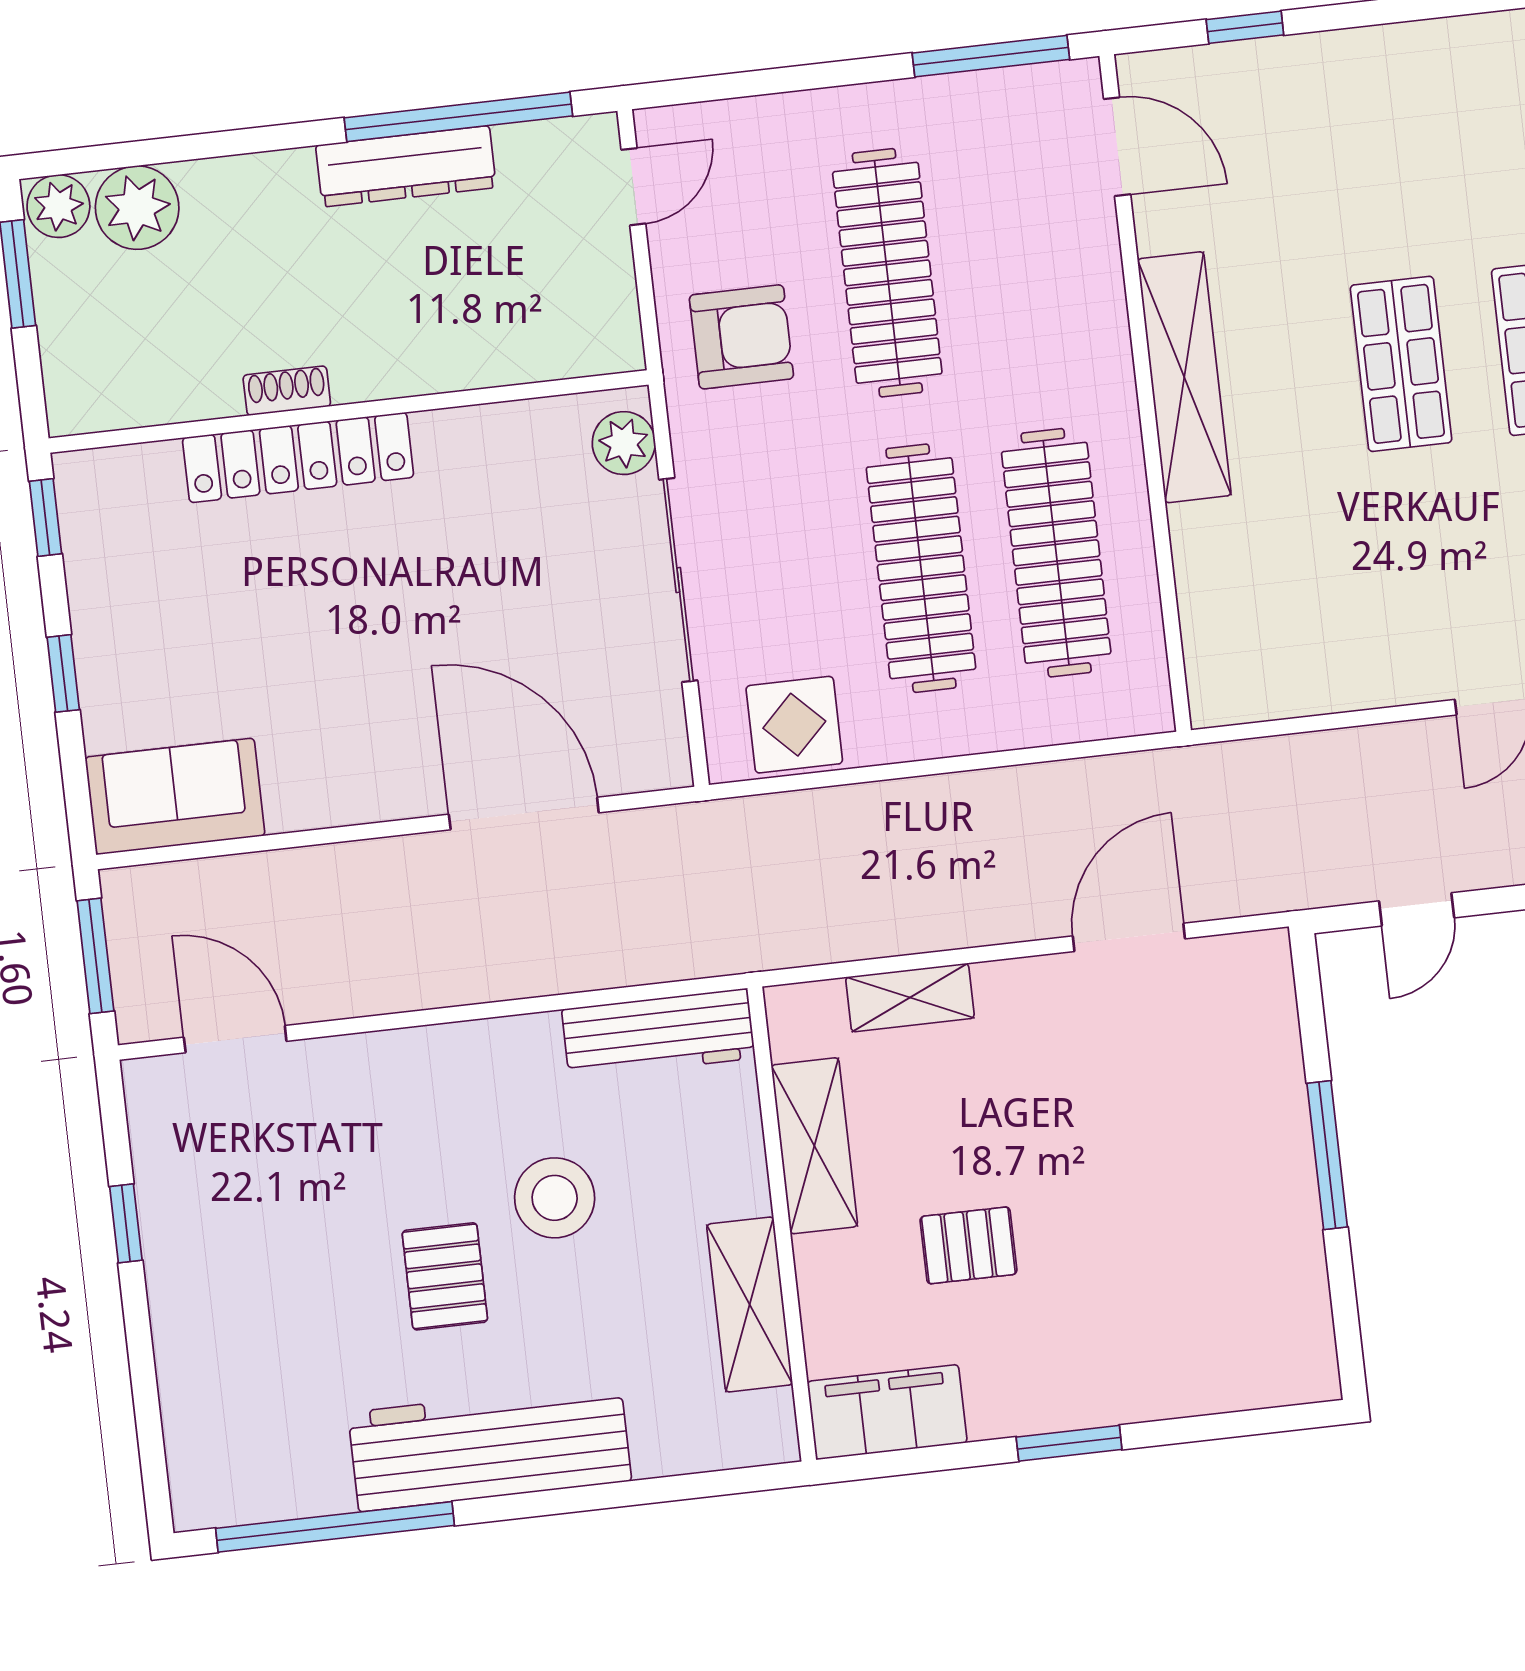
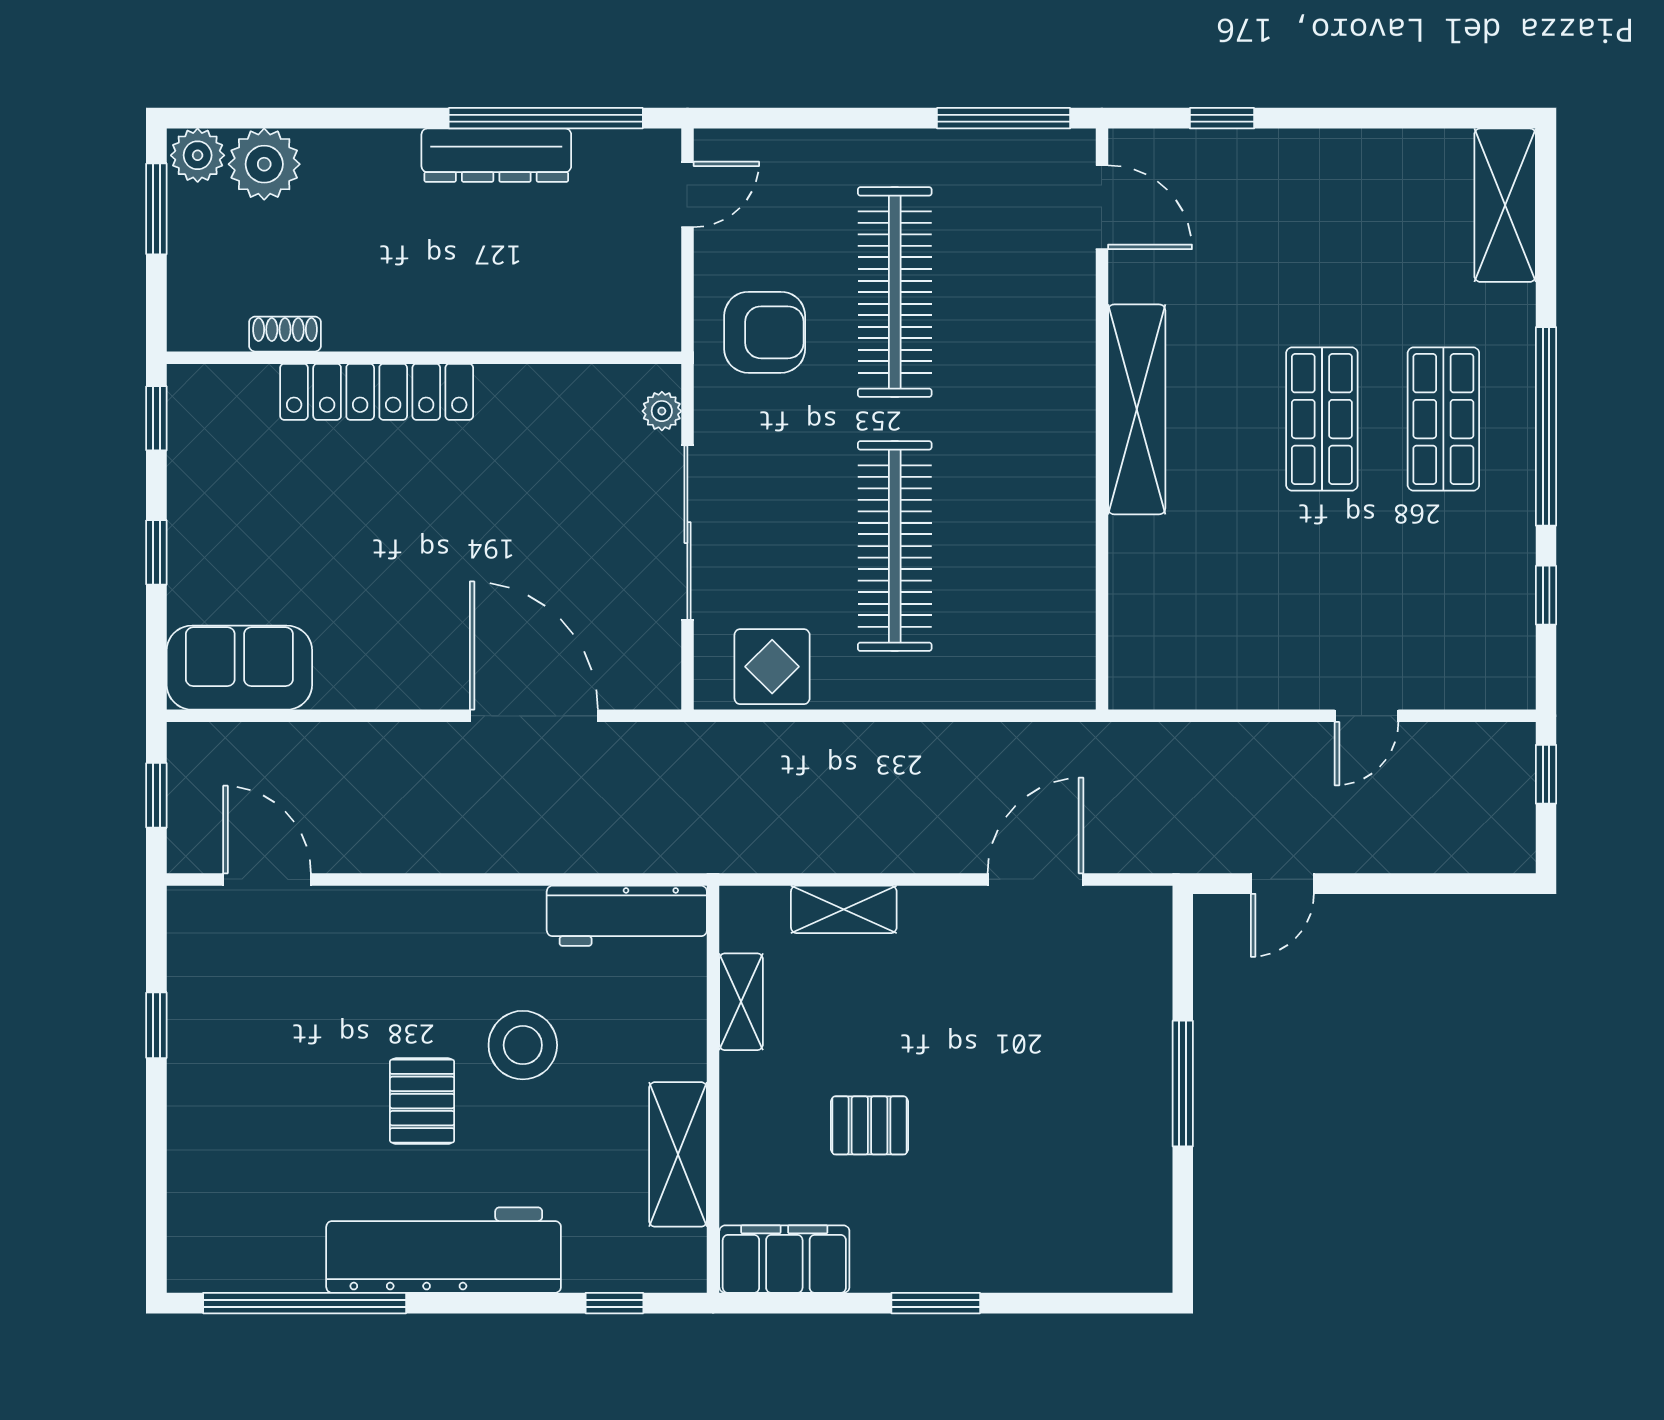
shoe rack: (287, 391) -> (285, 334), moved
plant: (624, 443) -> (662, 411), width x0.73, depth x0.73
clothes rail: (1056, 553) -> (1011, 546), removed
window: (95, 956) -> (156, 795), width x0.67
shelving: (814, 1146) -> (741, 1002), width x0.67, depth x0.75
window: (695, 1486) -> (614, 1303), added

